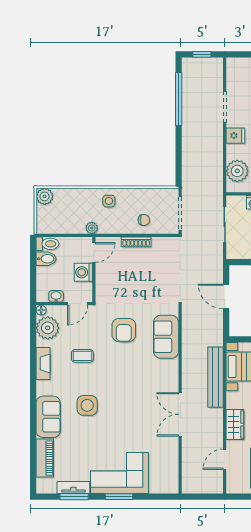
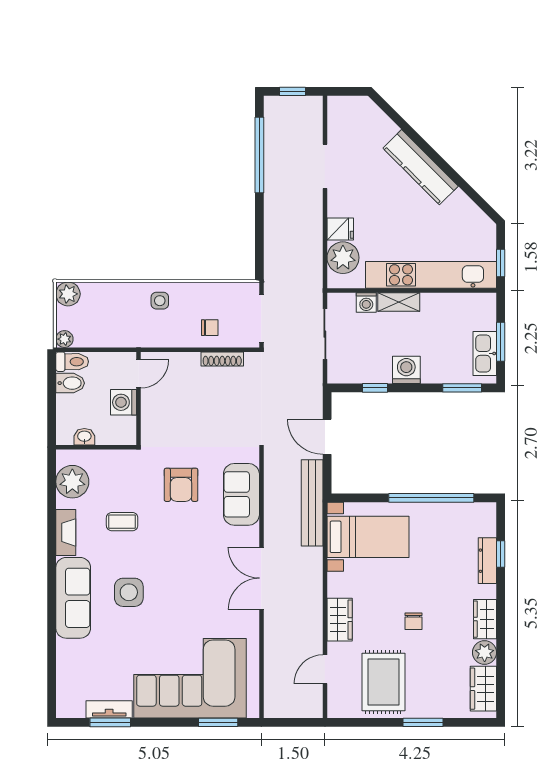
fridge: (235, 136) -> (340, 229), moved
plant: (92, 228) -> (64, 339), moved
shoe rack: (136, 242) -> (222, 359), moved
door: (78, 304) -> (115, 447), removed
floor lamp: (41, 310) -> (63, 456), removed
bench: (216, 377) -> (312, 503), moved
double door: (180, 414) -> (261, 578), moved
sofa: (48, 417) -> (73, 598), width x1.36
piano: (45, 458) -> (68, 667), removed
corner sofa: (120, 473) -> (190, 678), width x1.36, depth x1.36
window: (119, 497) -> (218, 722), moved

